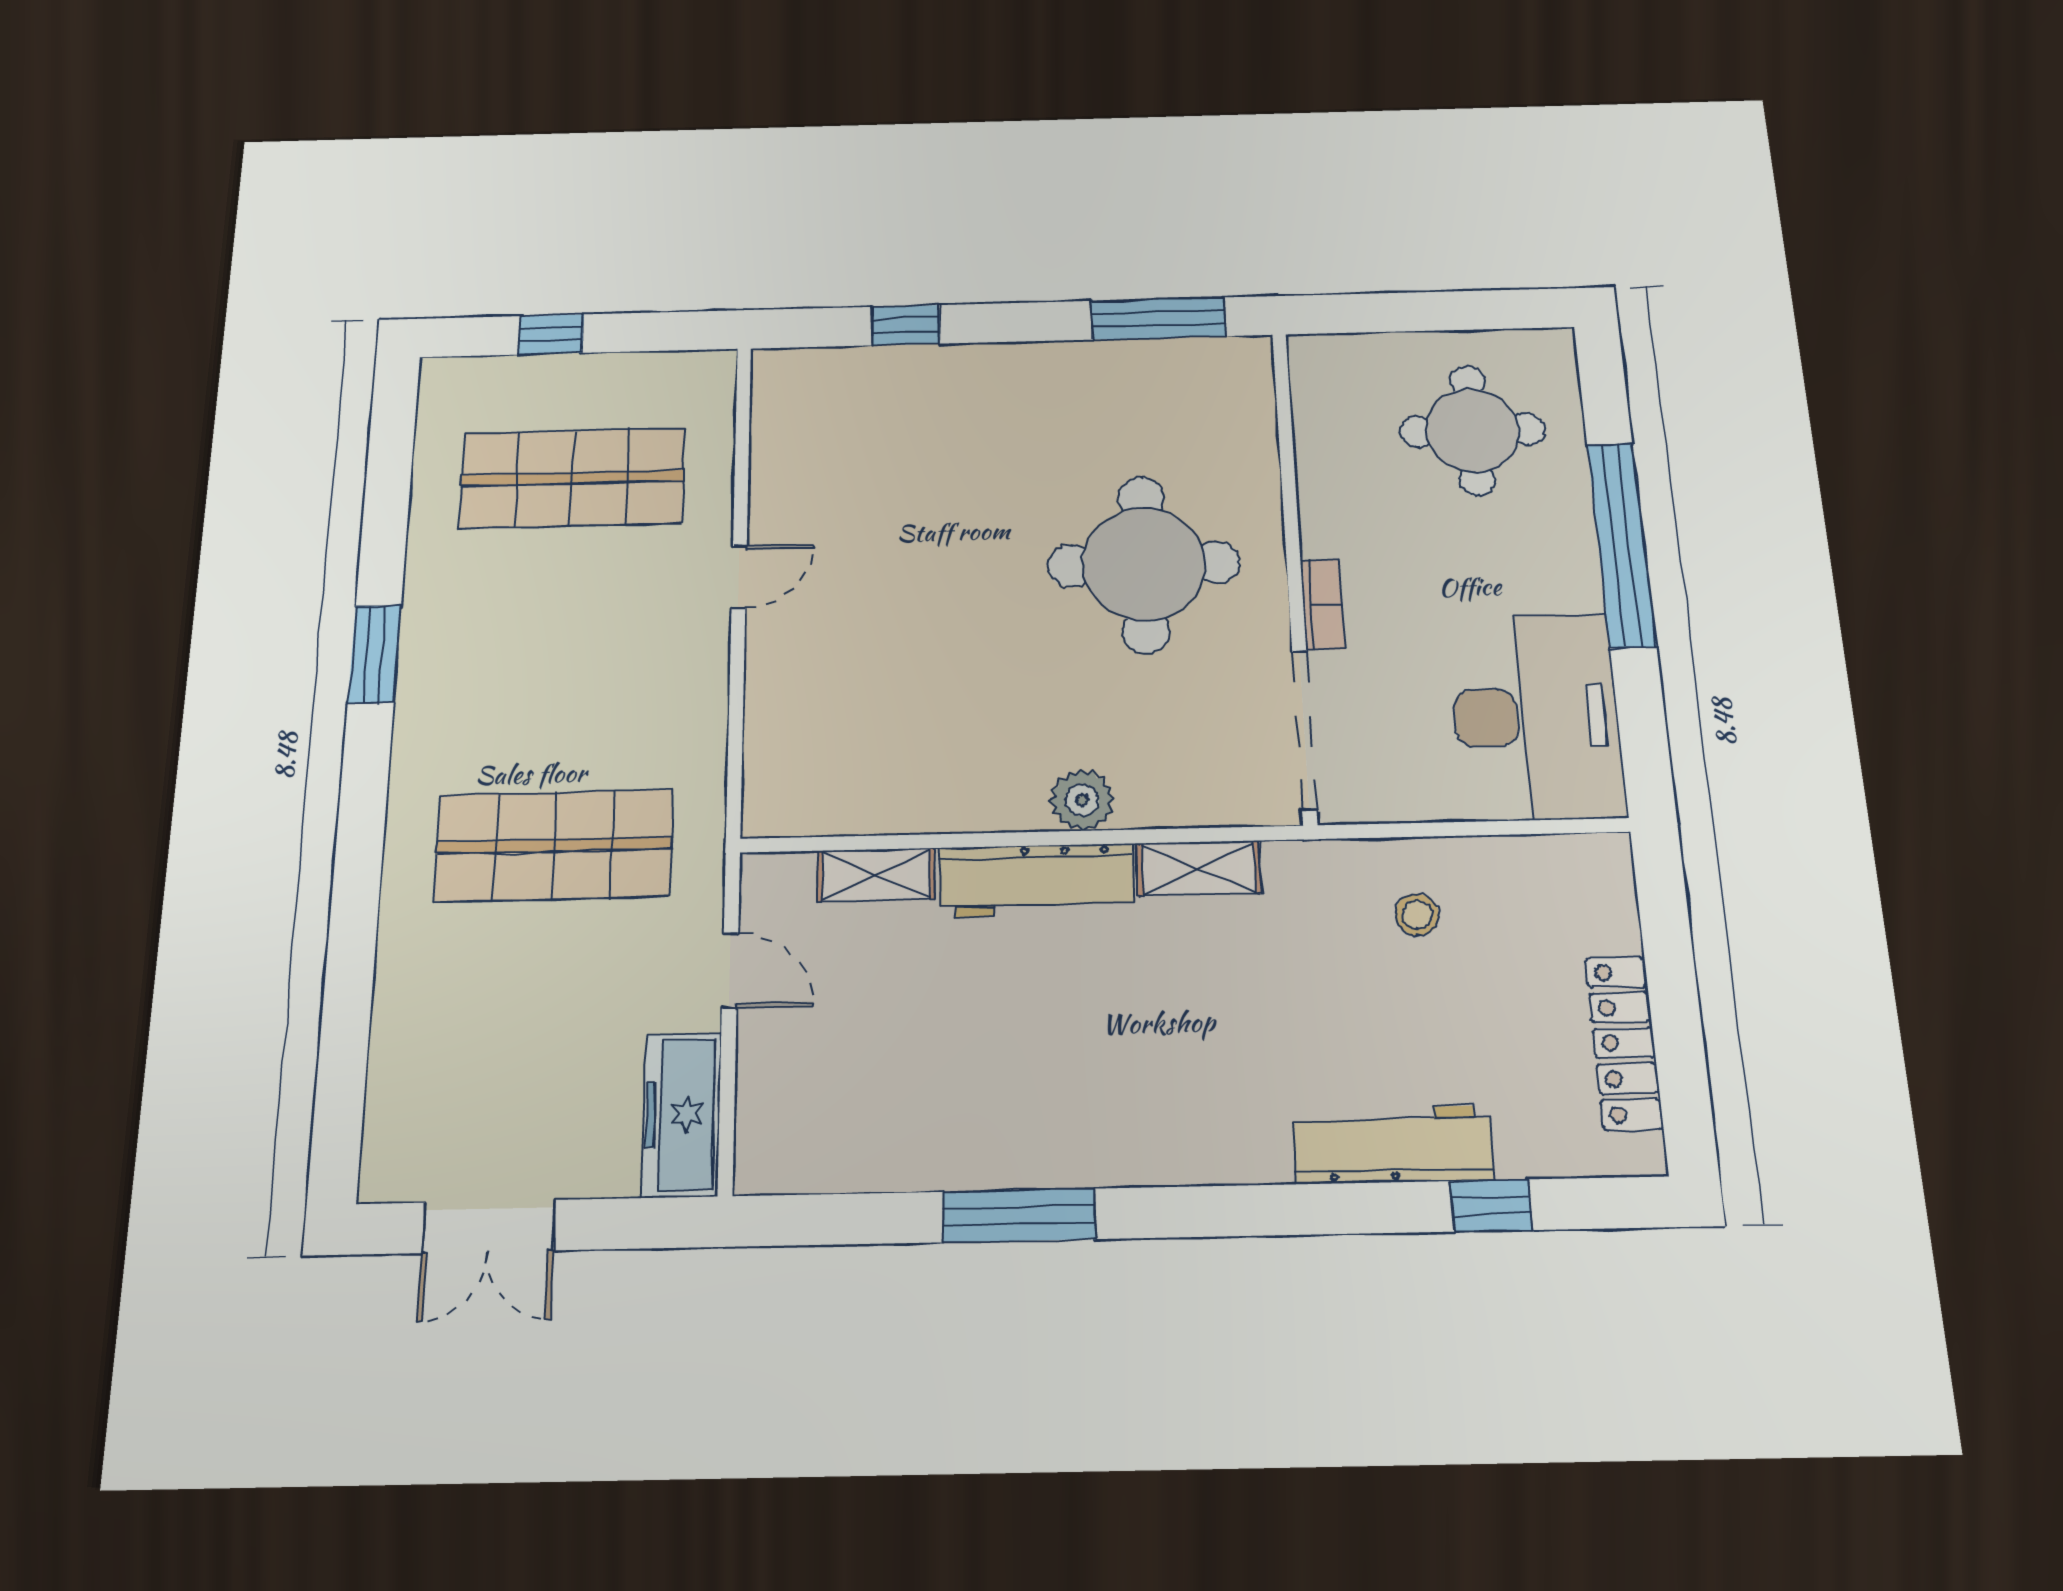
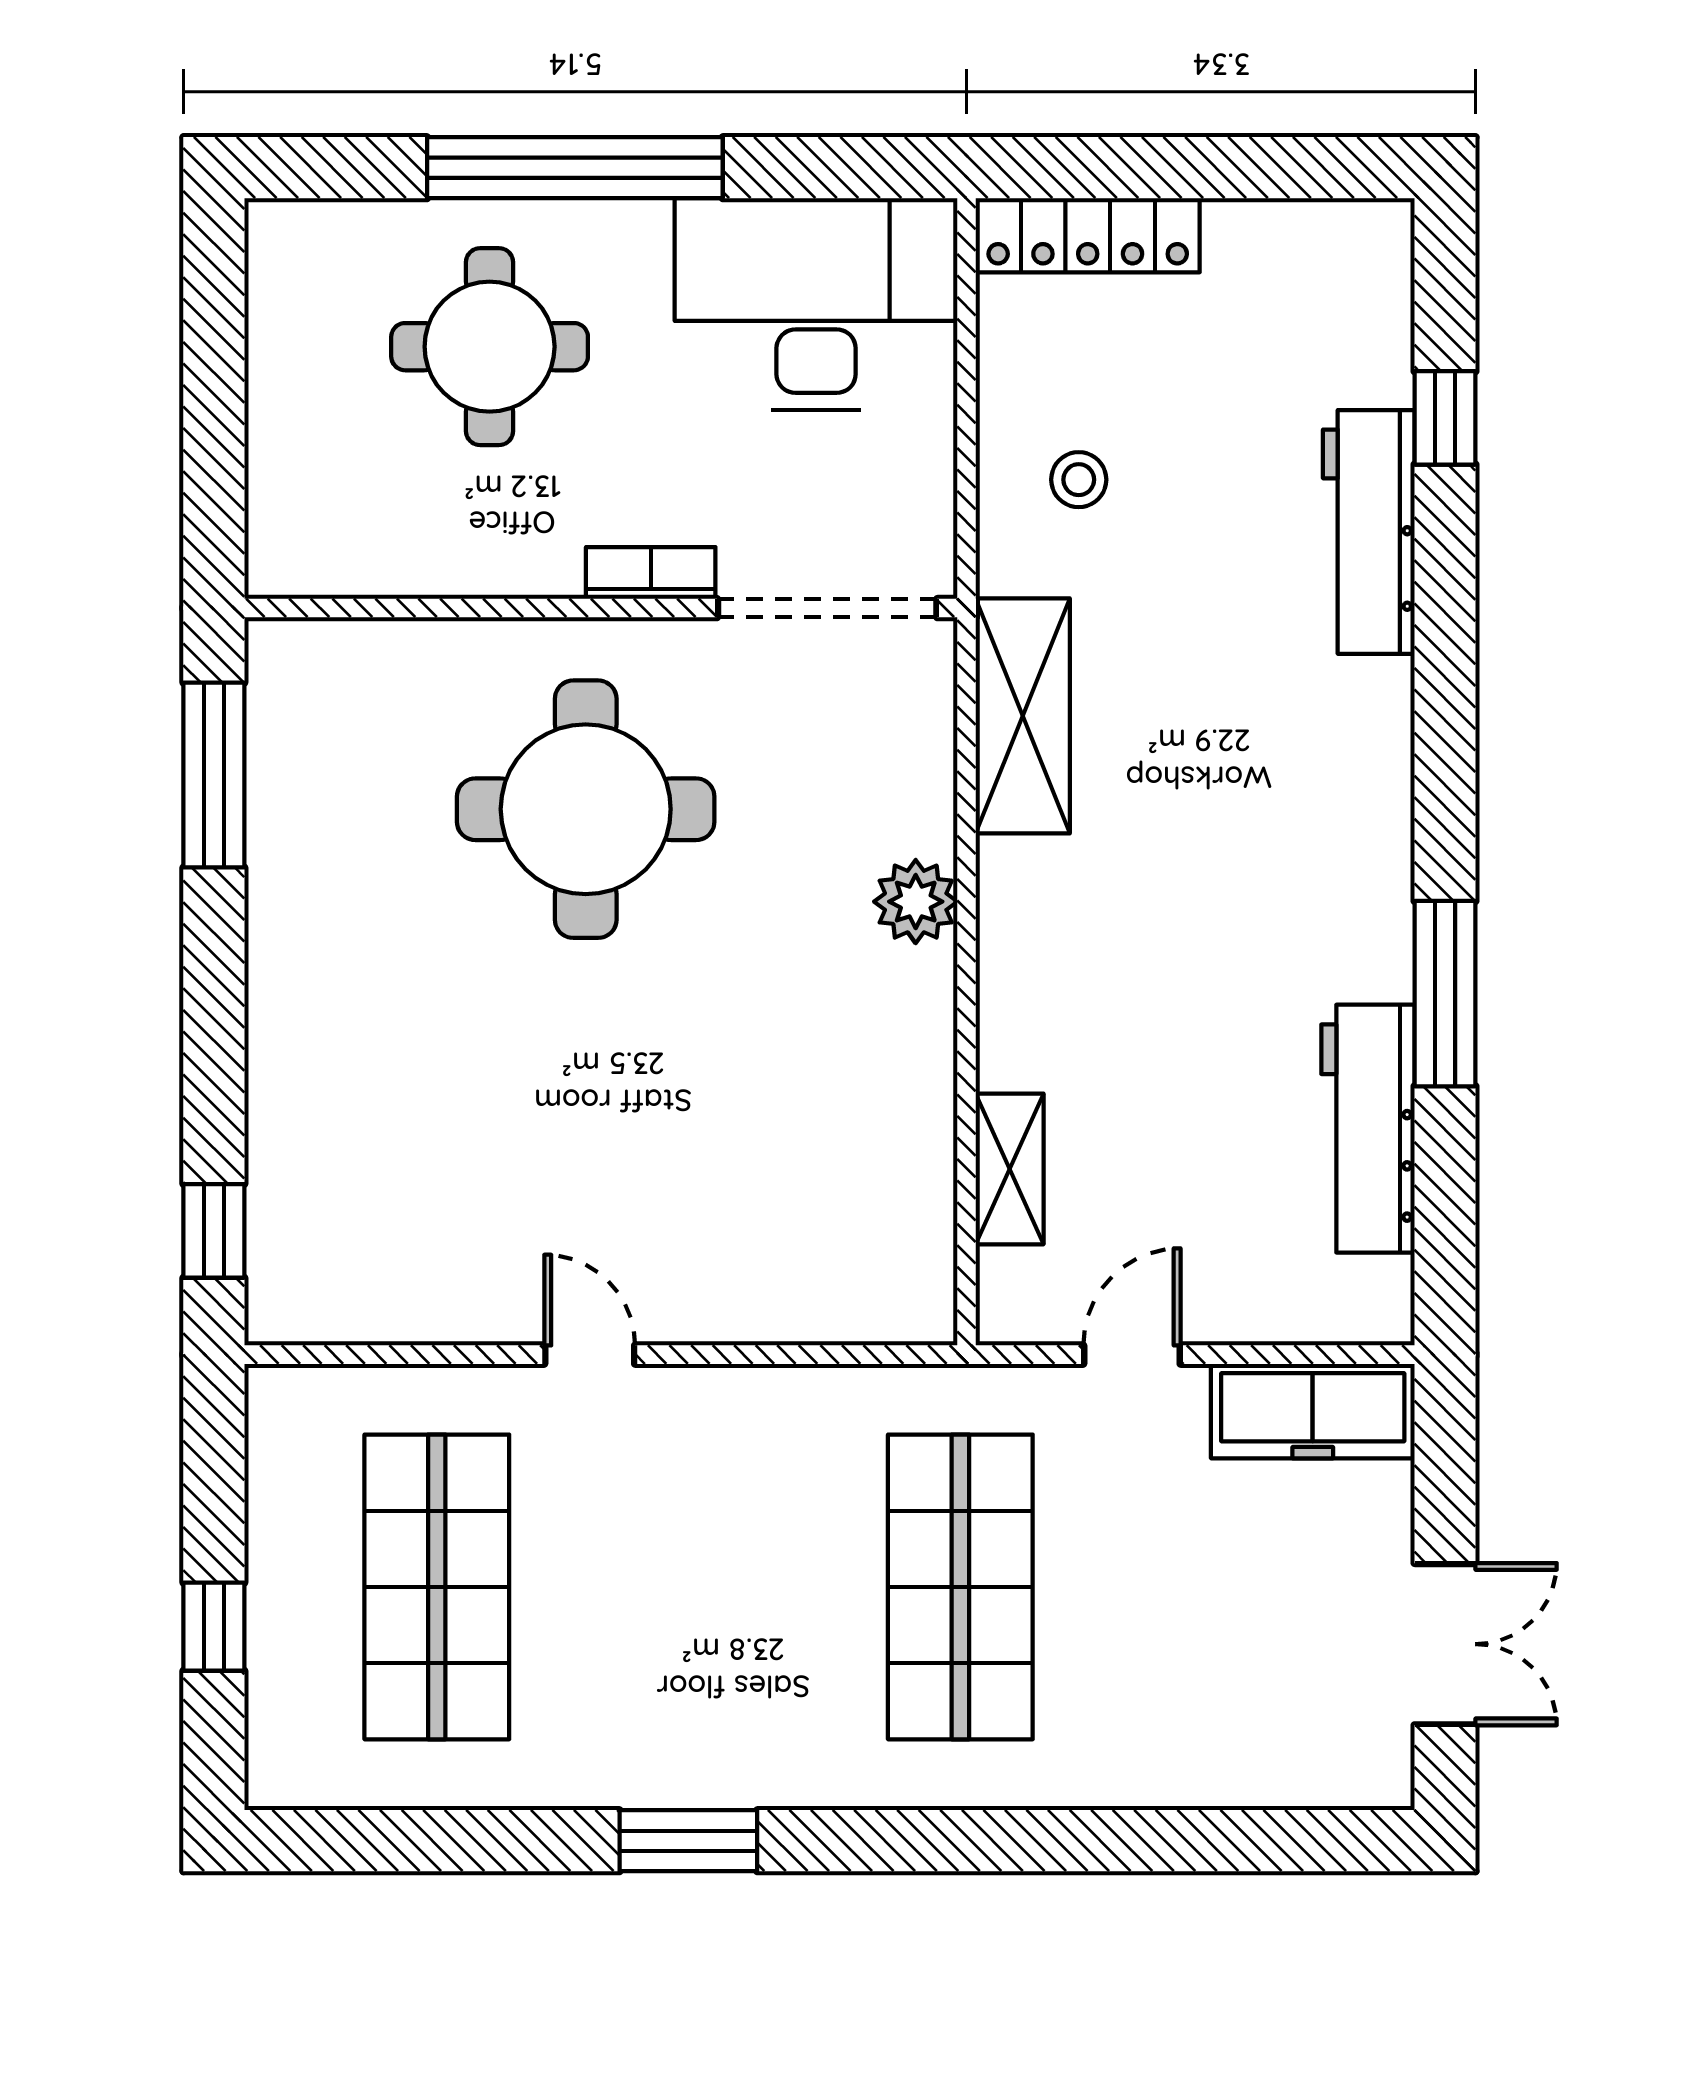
window: (906, 325) -> (214, 1231), moved
round table: (1472, 430) -> (490, 347), moved
shelving: (1198, 868) -> (1023, 716), width x1.50, depth x1.33
workbench: (1036, 881) -> (1368, 1129), moved, turned 180
locker: (1624, 1043) -> (1088, 235), moved

